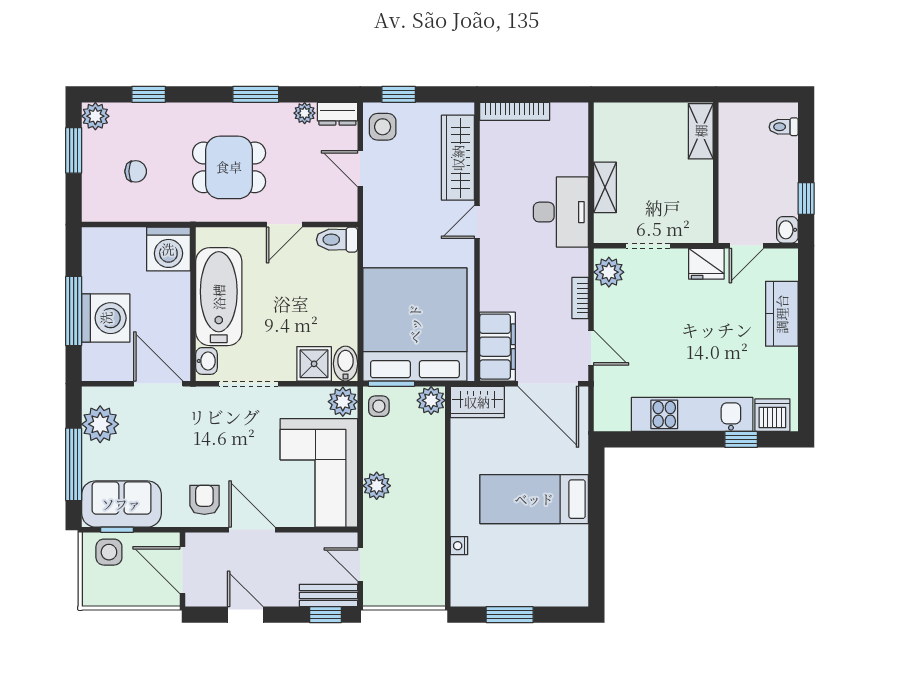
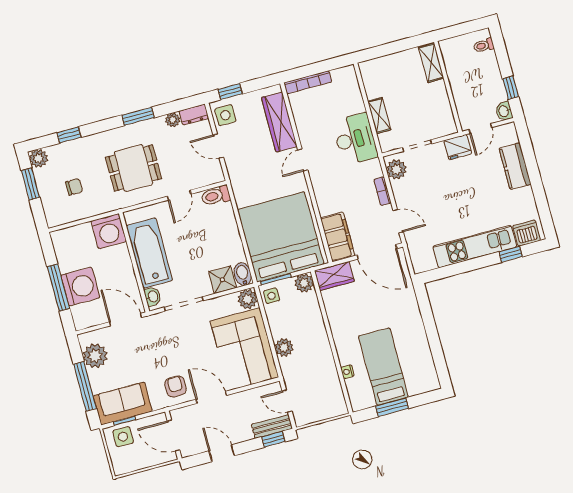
bed: (534, 499) -> (383, 367), moved, turned 90

